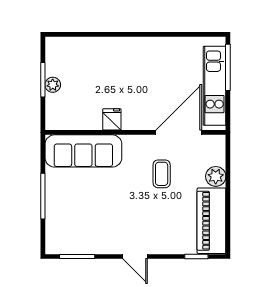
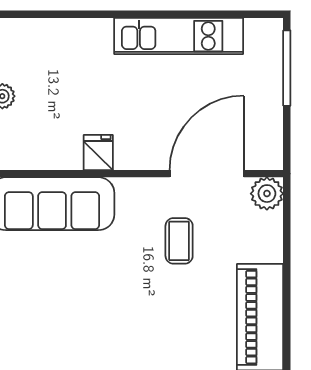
kitchen unit: (215, 86) -> (179, 36), moved, turned -90
plant: (216, 176) -> (267, 194), moved

